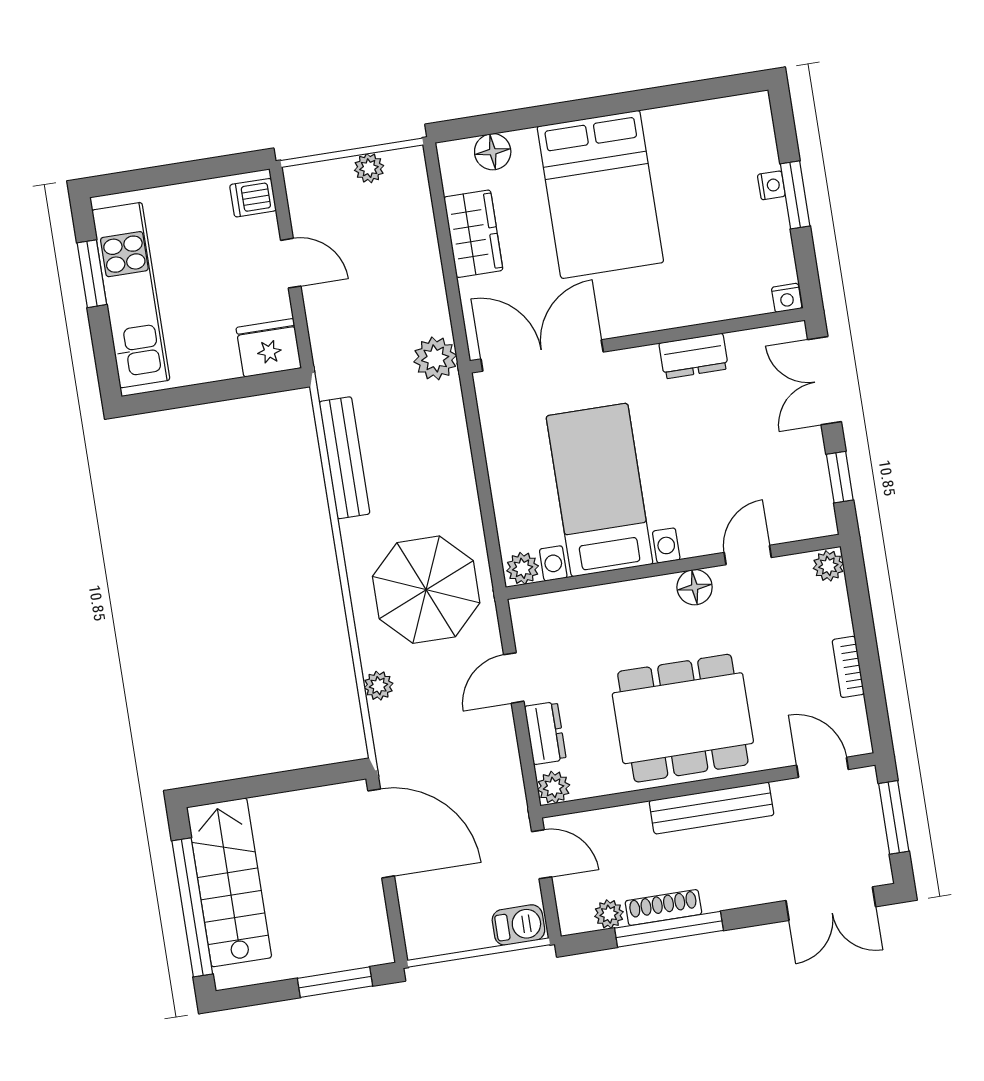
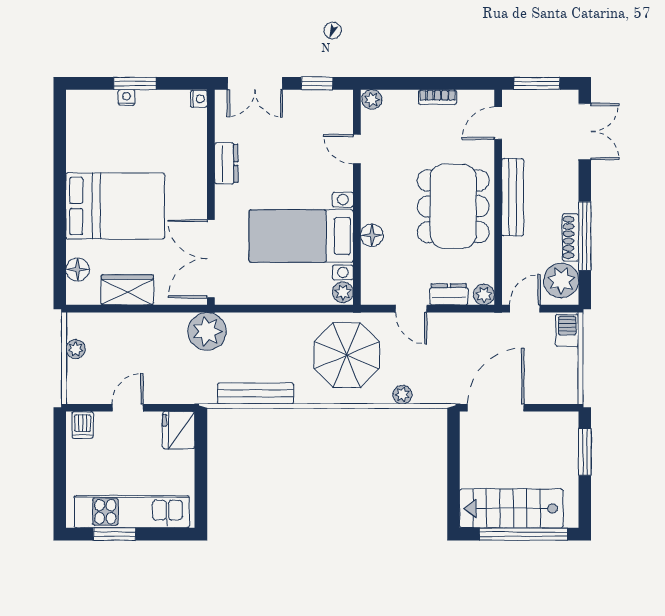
plant: (435, 358) -> (207, 331), width x1.36, depth x1.36
floor lamp: (695, 587) -> (372, 235), moved
plant: (609, 914) -> (561, 280), width x1.88, depth x1.88

